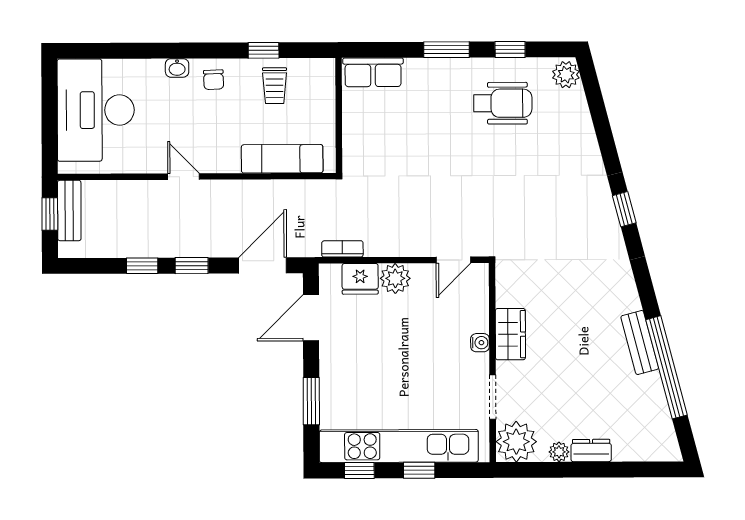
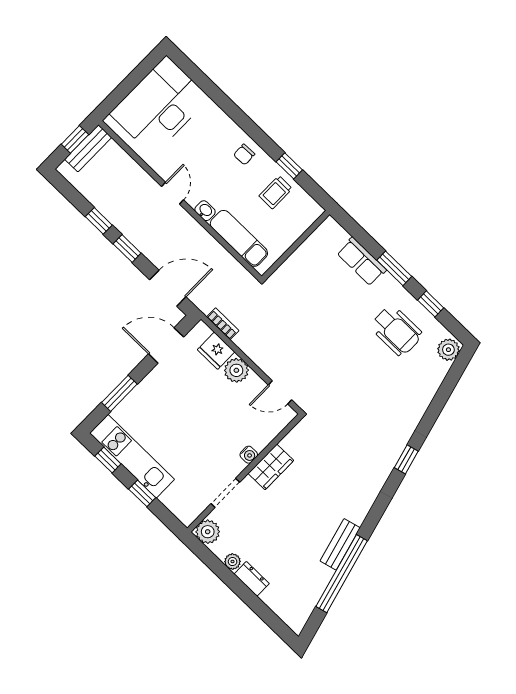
washbasin: (177, 68) -> (205, 211), moved, turned 180
row of seats: (373, 72) -> (362, 261), moved
plant: (516, 442) -> (208, 532), width x0.73, depth x0.73
kitchen unit: (399, 446) -> (132, 456), width x0.73

